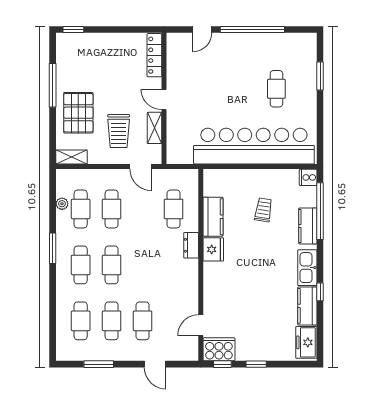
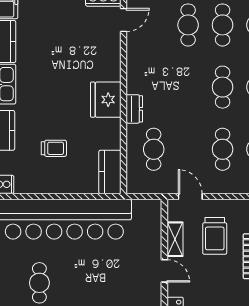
trolley: (119, 131) -> (215, 236), turned 180
trolley: (263, 210) -> (54, 148), turned -99
kitchen counter: (213, 217) -> (110, 172), moved
fridge: (213, 249) -> (106, 100), width x1.36, depth x1.34

